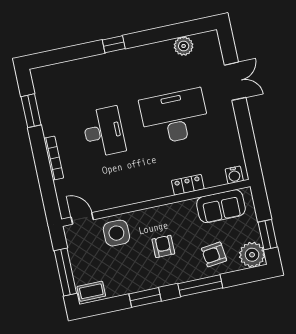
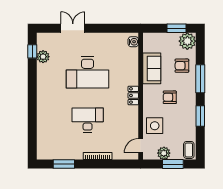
window: (114, 44) -> (32, 51), moved
desk: (174, 117) -> (88, 72), turned -90
locker: (188, 185) -> (133, 95), moved
sofa: (221, 206) -> (152, 68), moved
armchair: (214, 254) -> (182, 66), turned 97
plant: (79, 255) -> (164, 153), added
window: (65, 272) -> (173, 164), width x0.69

